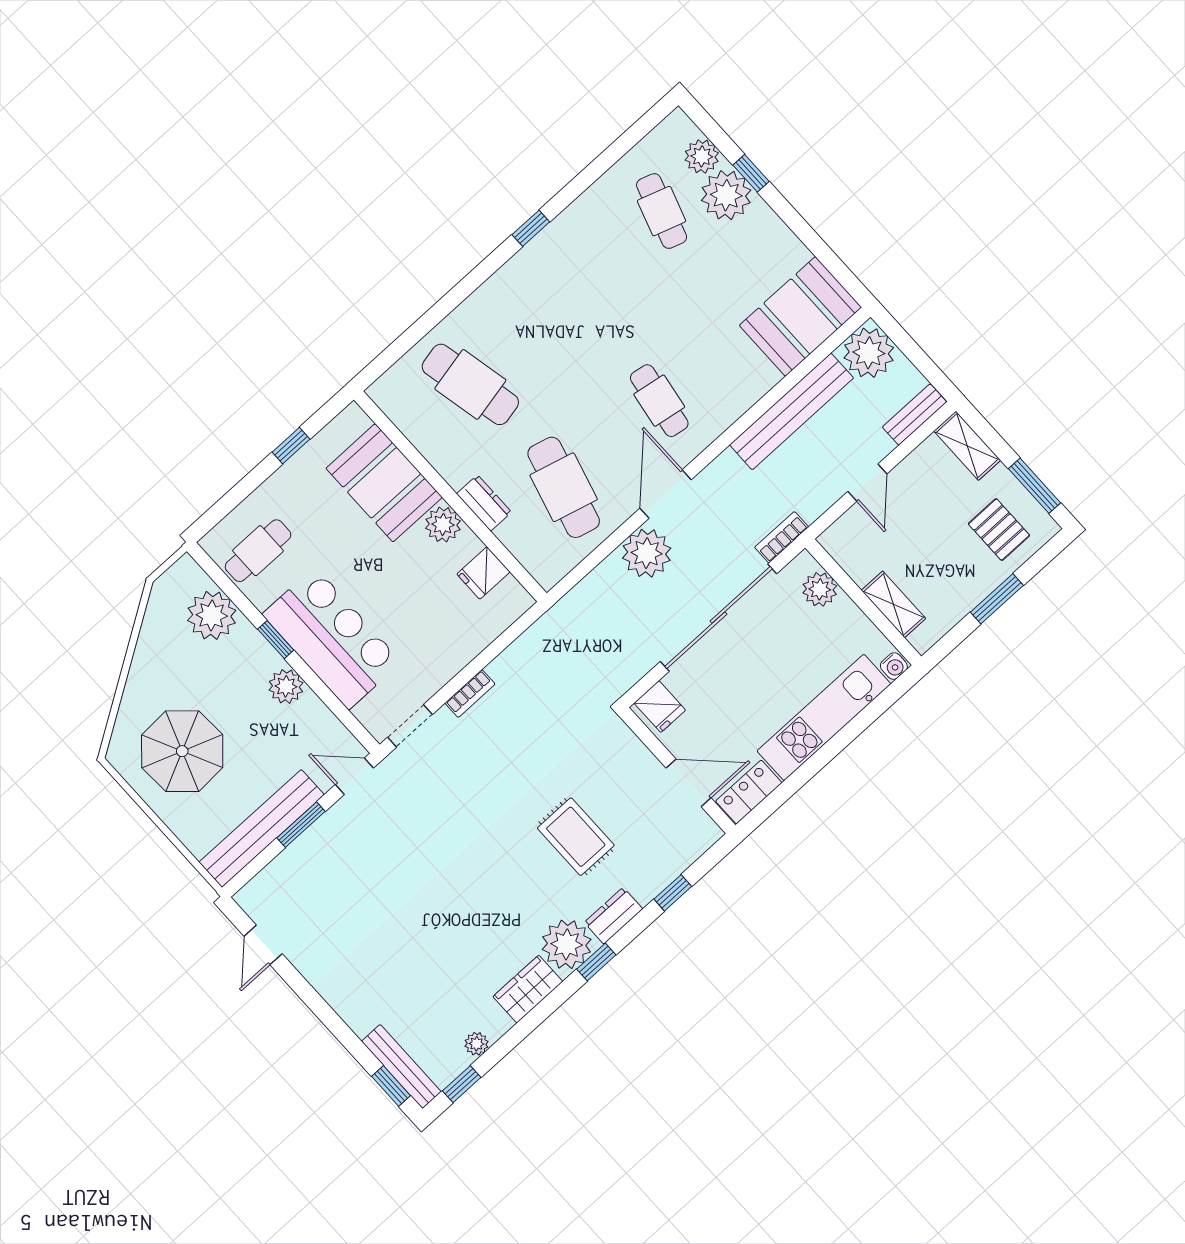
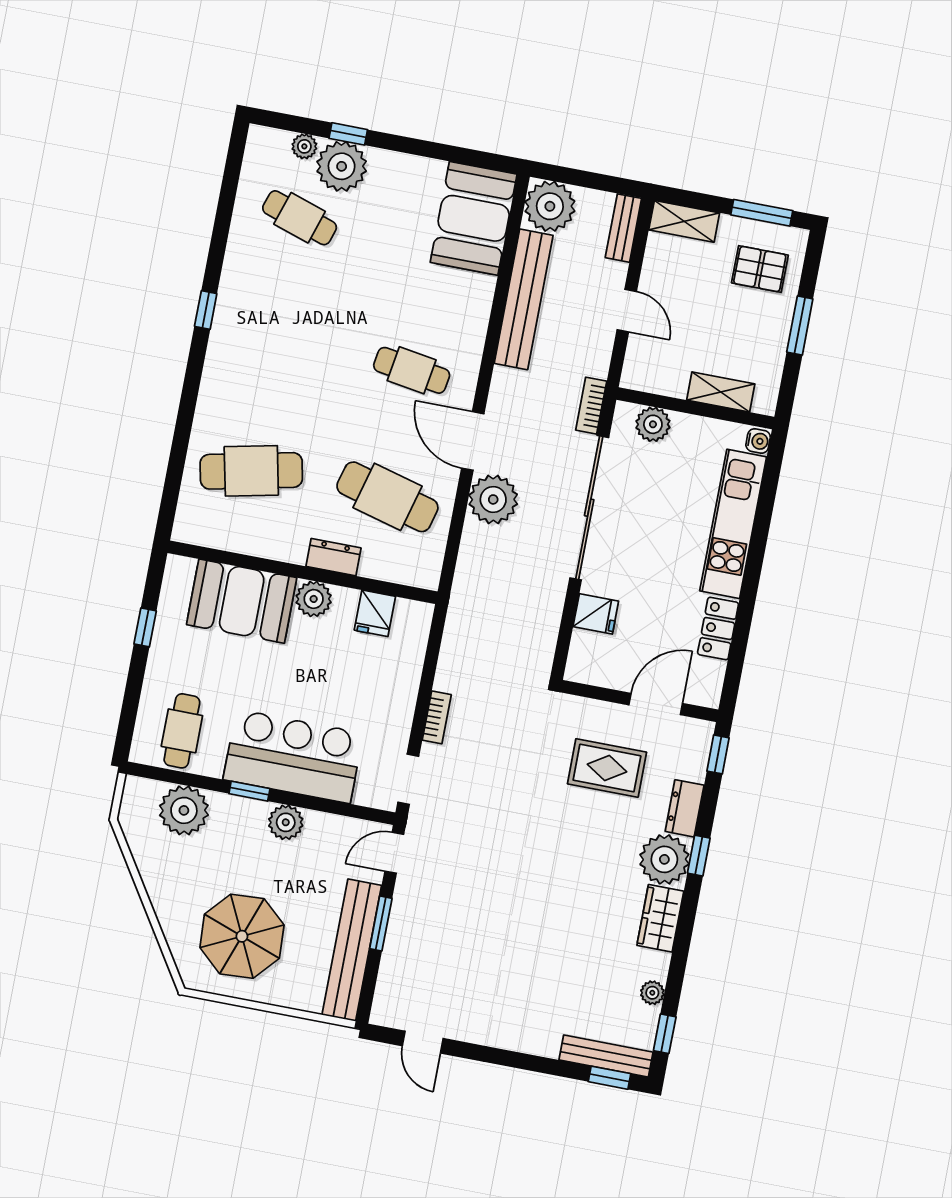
plant: (702, 156) -> (304, 146), width x0.73, depth x0.73
wall: (677, 771) -> (639, 701), moved
door: (689, 783) -> (656, 704), moved

